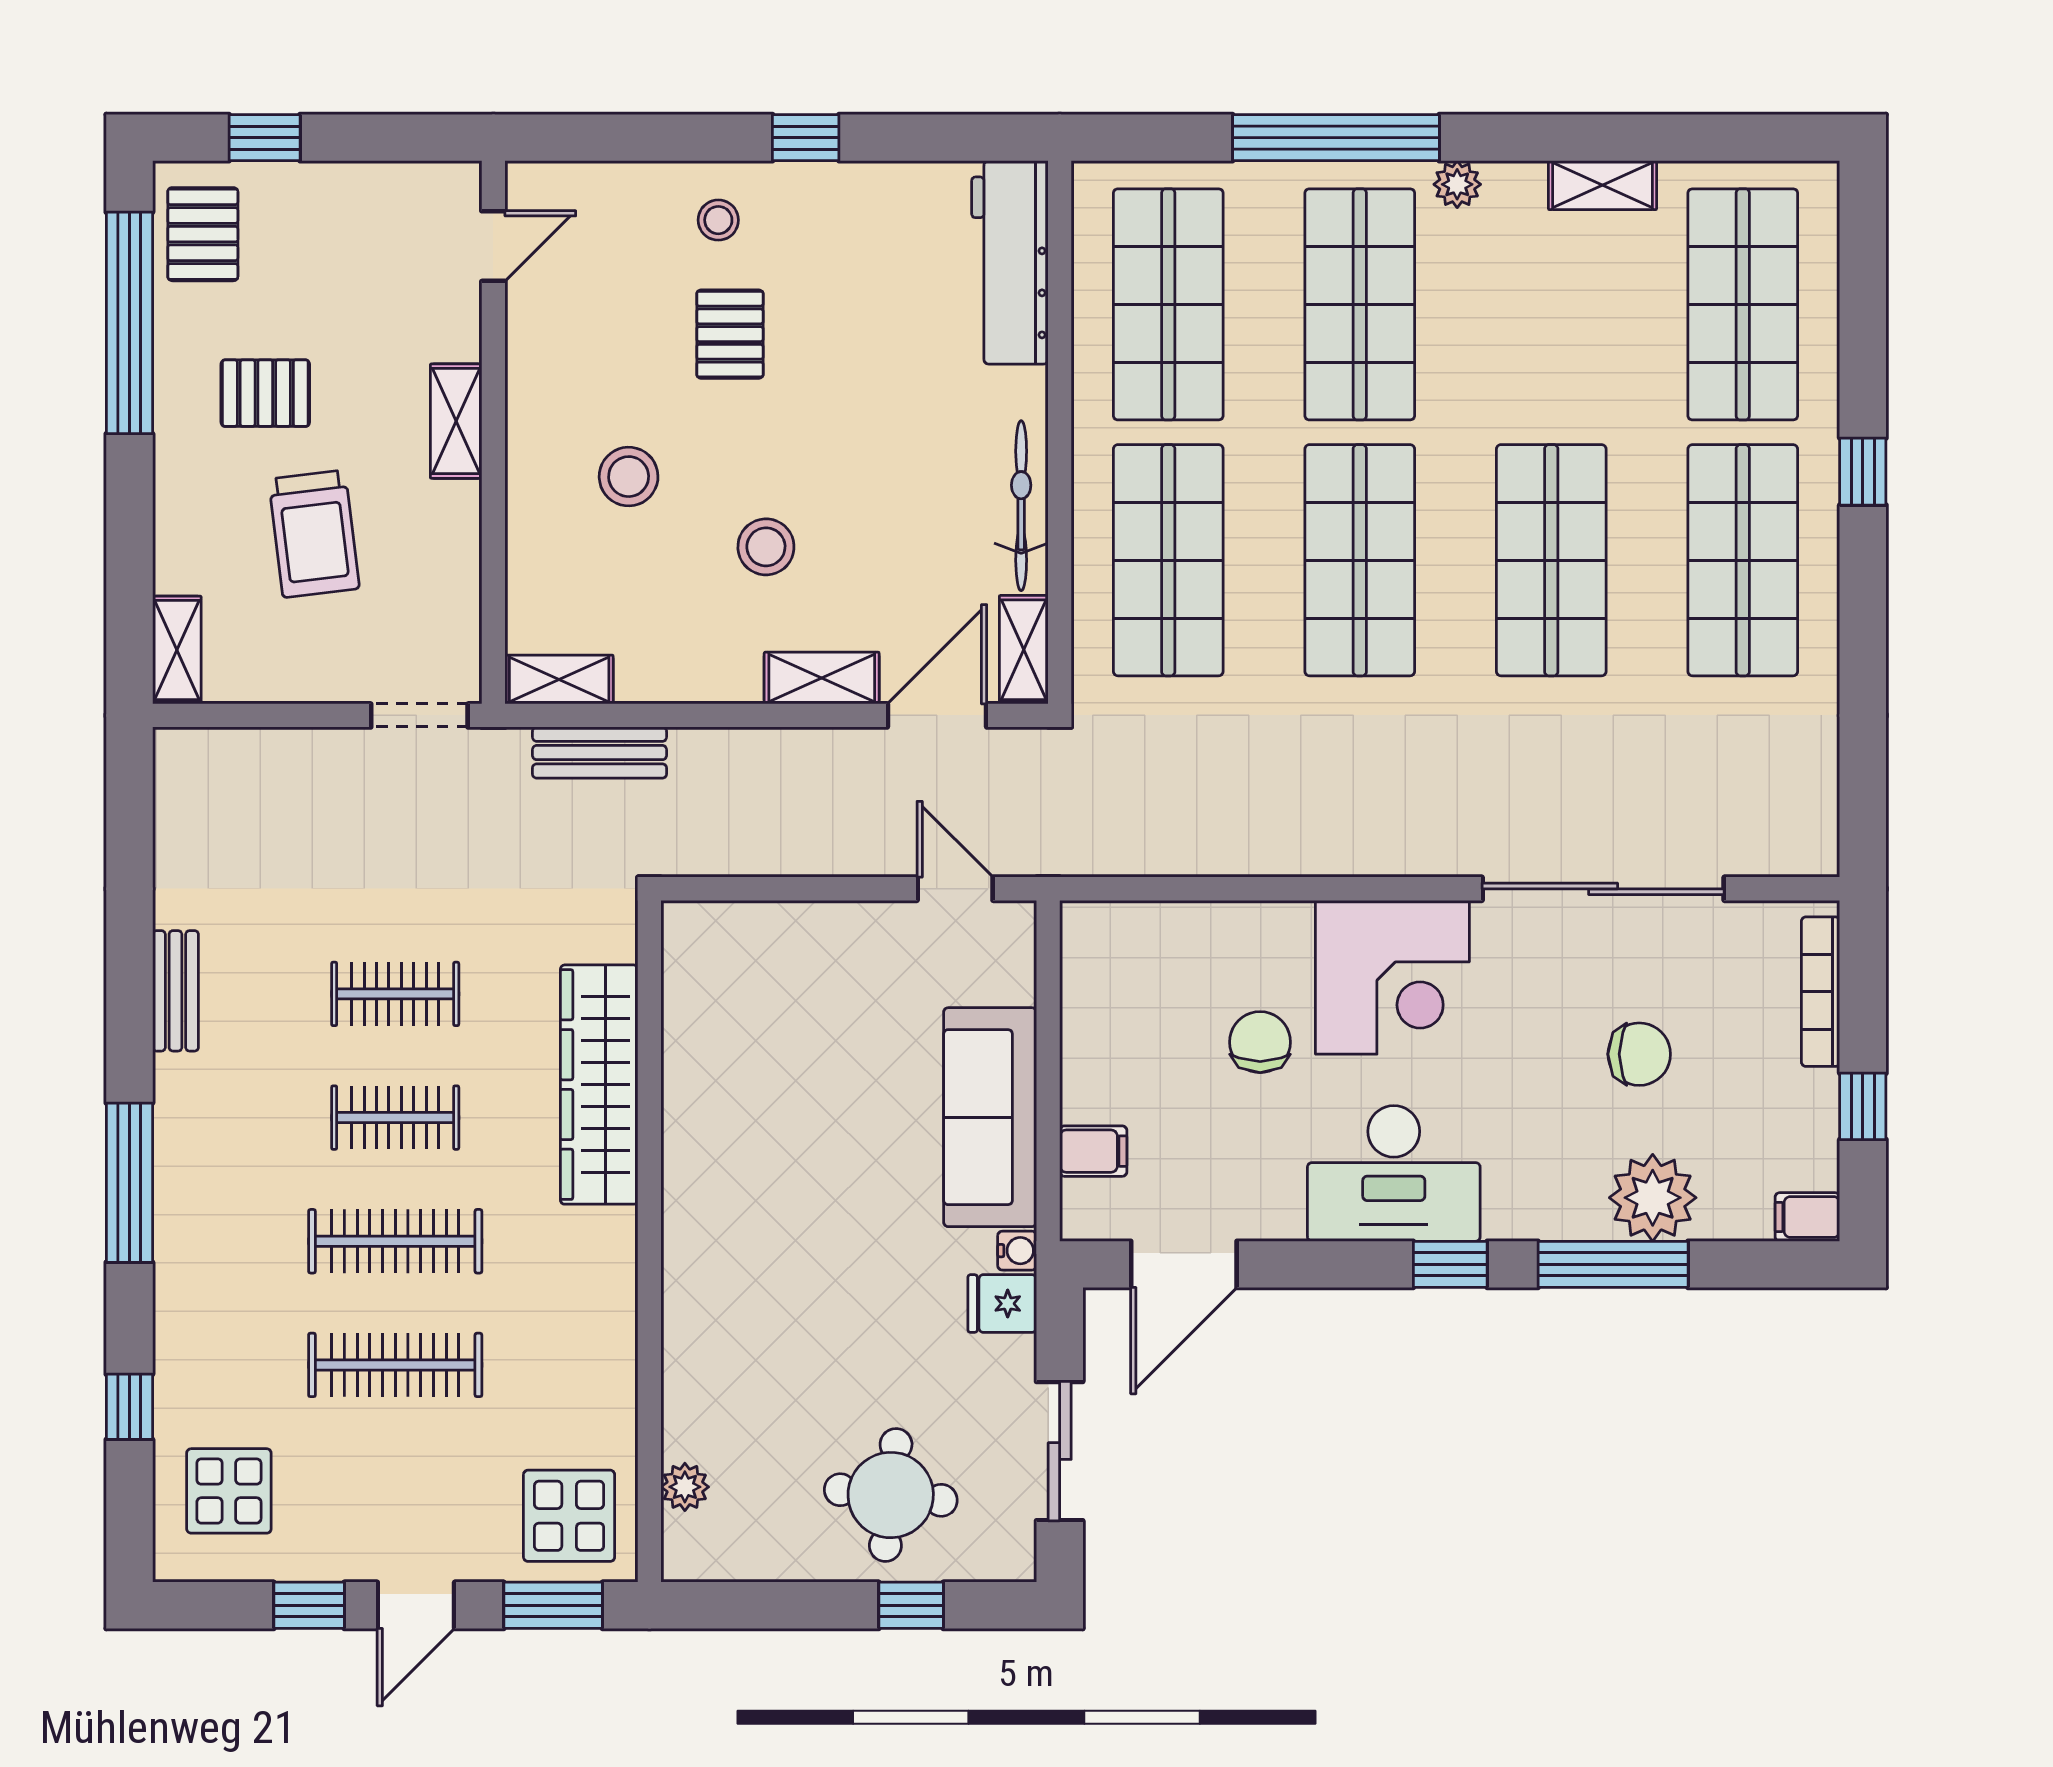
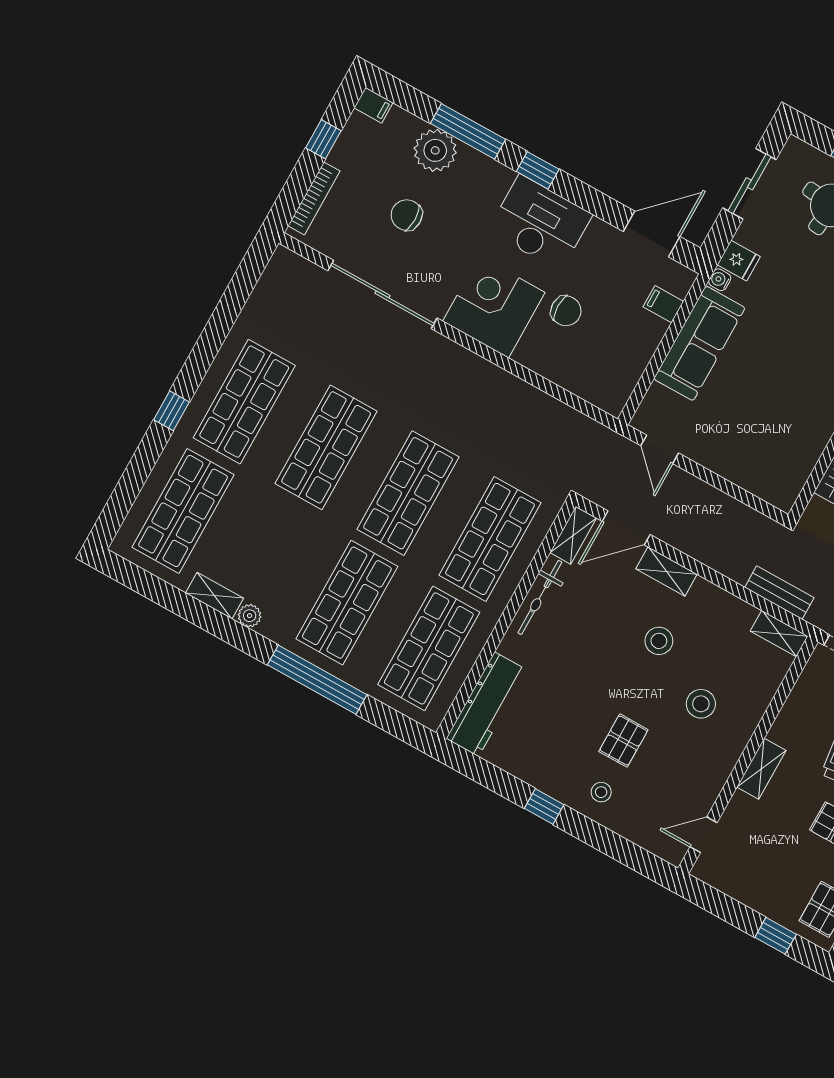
plant: (1457, 184) -> (250, 616), moved
chair: (1260, 1042) -> (566, 311), turned -90

